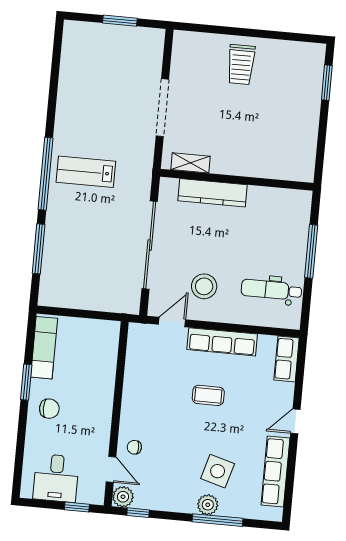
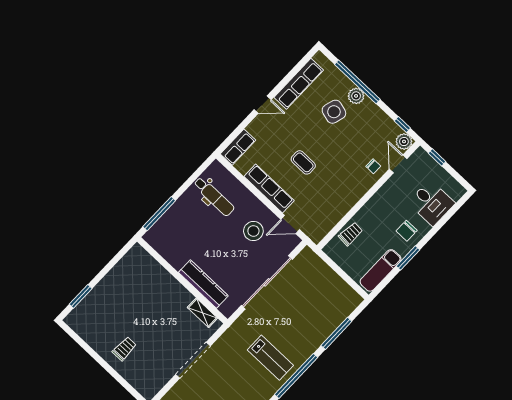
trolley: (241, 65) -> (124, 349), width x0.73, depth x0.72
window: (311, 251) -> (159, 214), moved
trolley: (103, 361) -> (351, 234), added
chair: (49, 409) -> (407, 231), turned -90
desk: (56, 478) -> (431, 203), moved, turned 90
window: (218, 520) -> (357, 82), width x1.46

